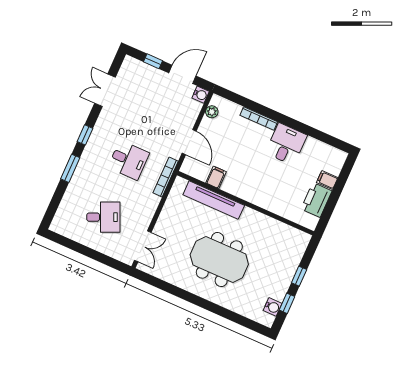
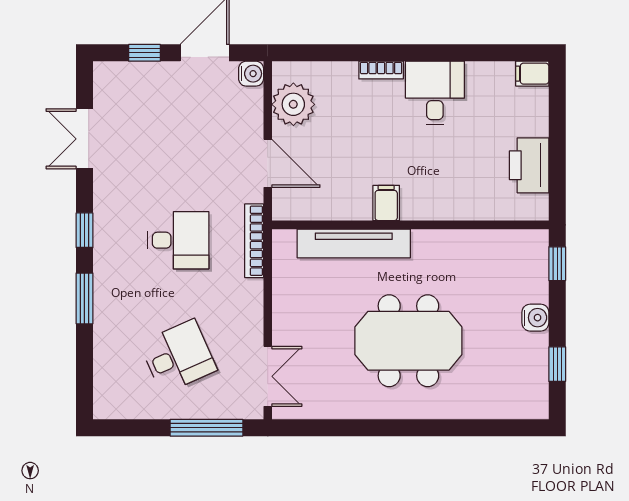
plant: (212, 112) -> (293, 104), width x1.88, depth x1.88
bookcase: (259, 119) -> (381, 70), width x0.64
filing cabinet: (216, 177) -> (386, 203), moved
filing cabinet: (327, 180) -> (532, 74), moved
window: (102, 258) -> (206, 428), added
window: (299, 276) -> (557, 264), moved
water cooler: (273, 307) -> (535, 318), moved

